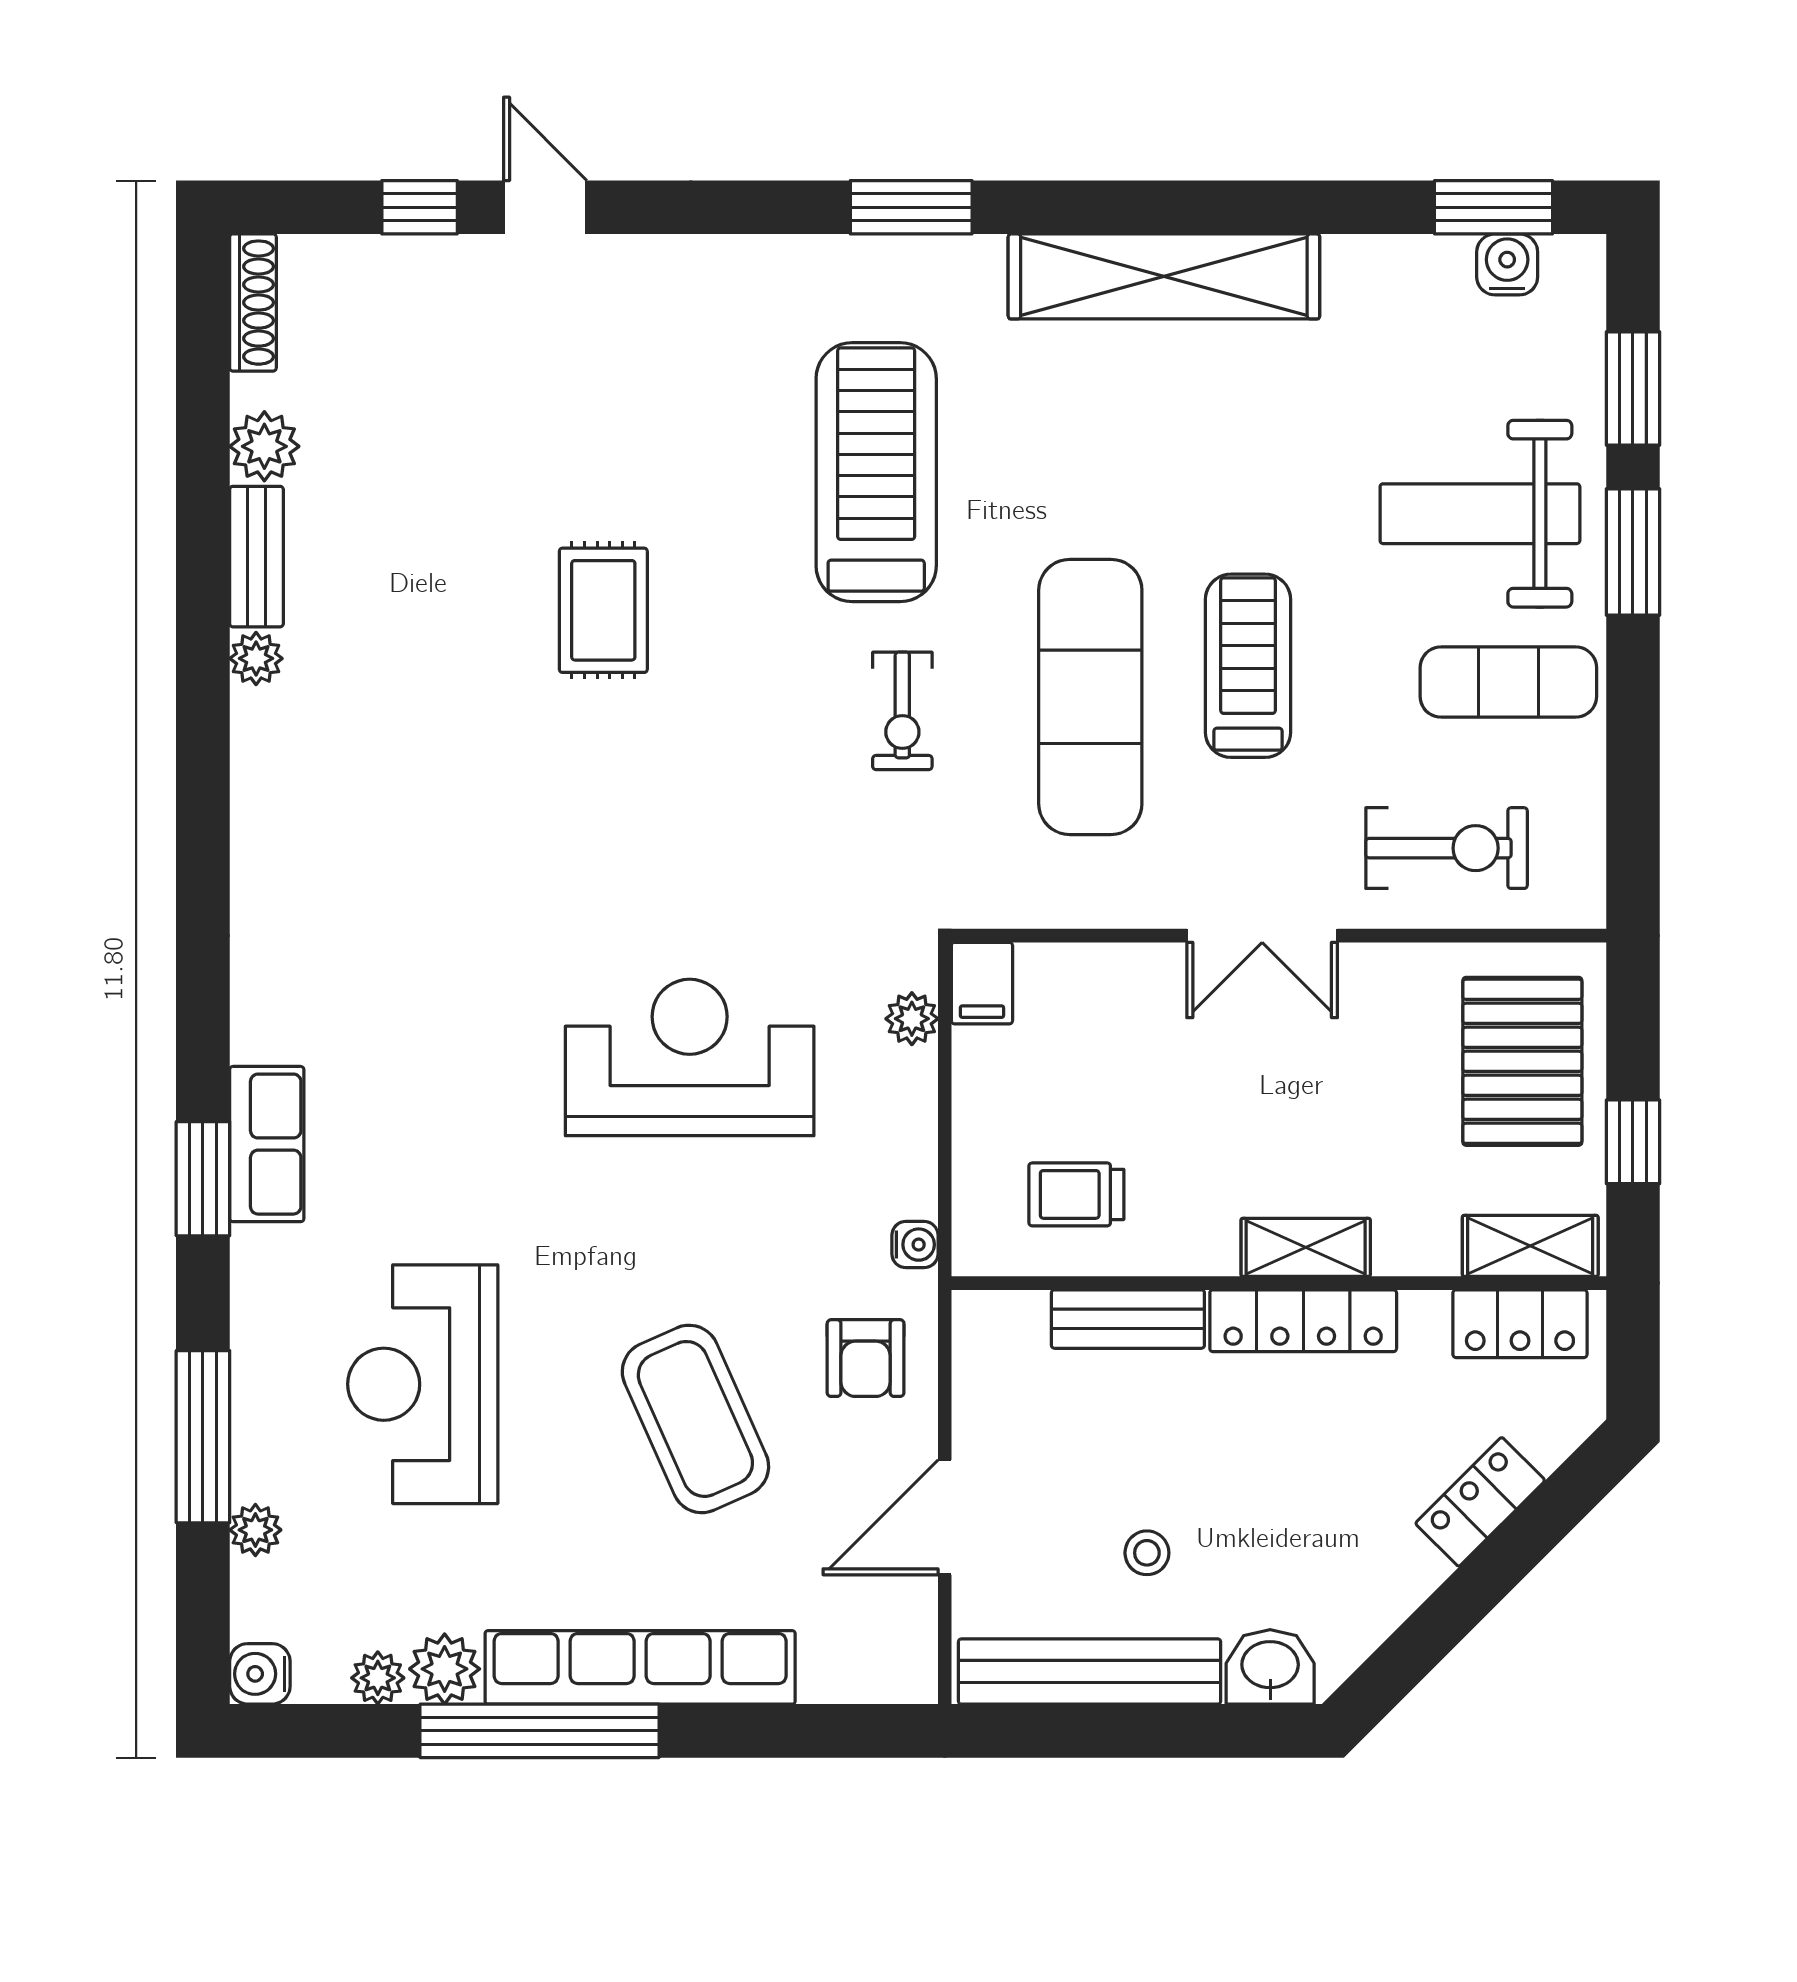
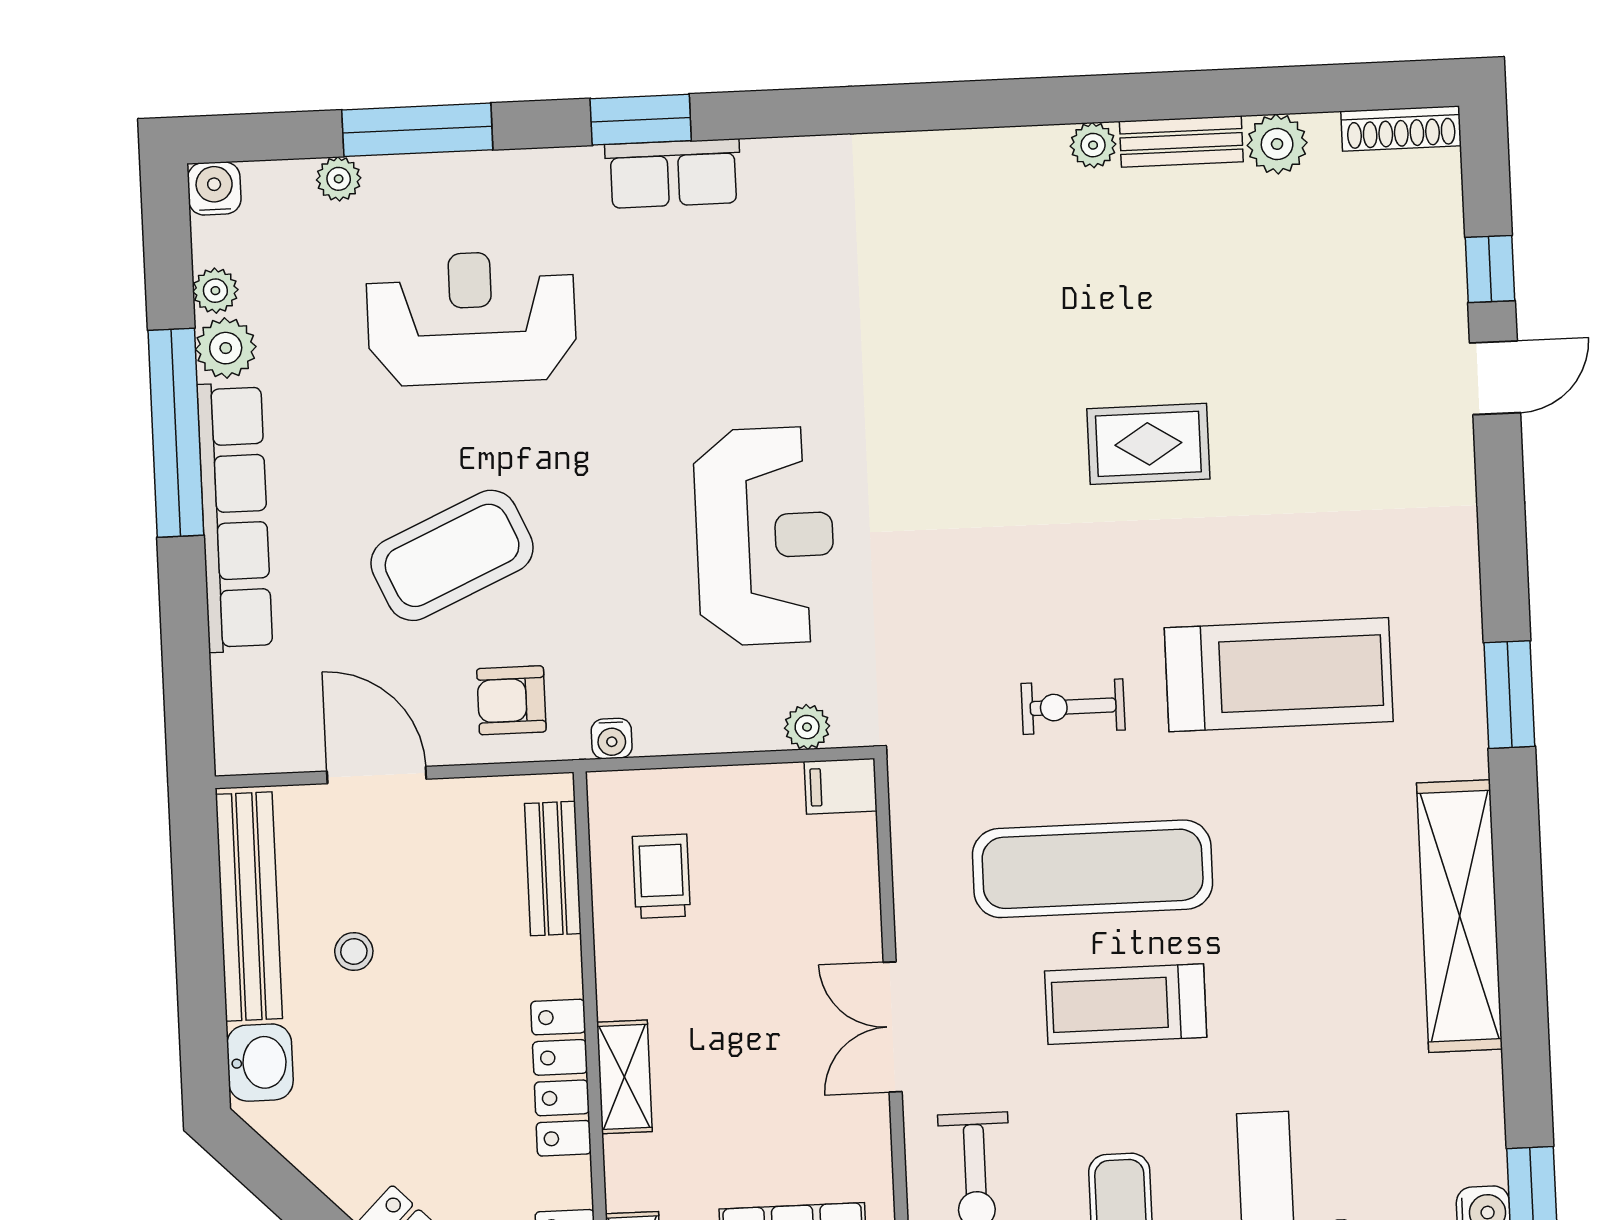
treadmill: (1248, 666) -> (1126, 1004), turned 180
bench: (1128, 1319) -> (553, 869), moved

